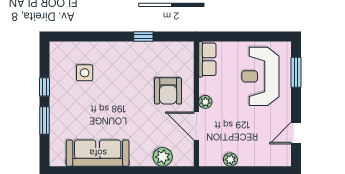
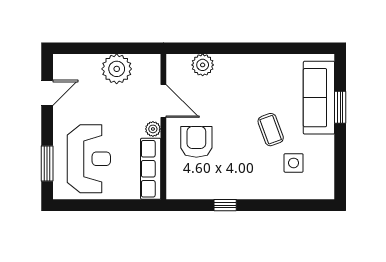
row of seats: (207, 59) -> (151, 169), width x1.48
window: (45, 87) -> (340, 147), removed
coffee table: (104, 101) -> (271, 130), added
sofa: (98, 153) -> (319, 98), moved, turned 90
plant: (230, 160) -> (117, 69), width x1.87, depth x1.87

